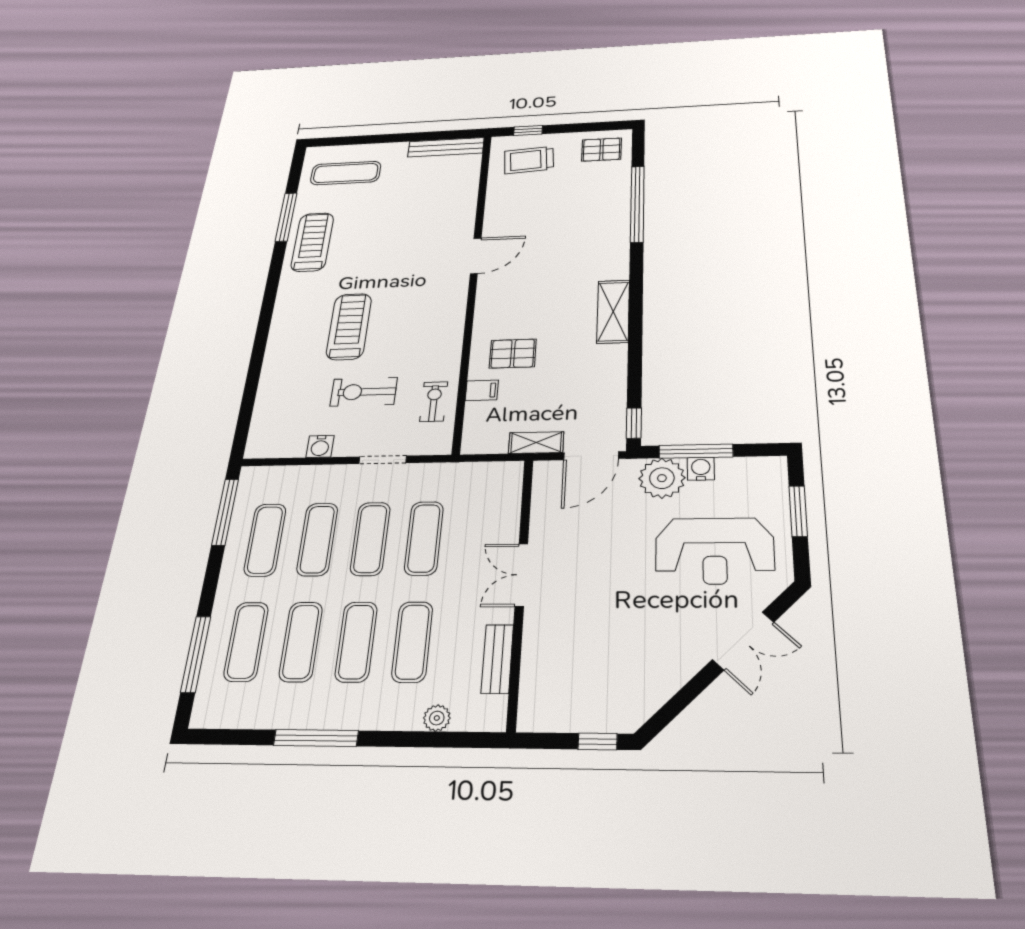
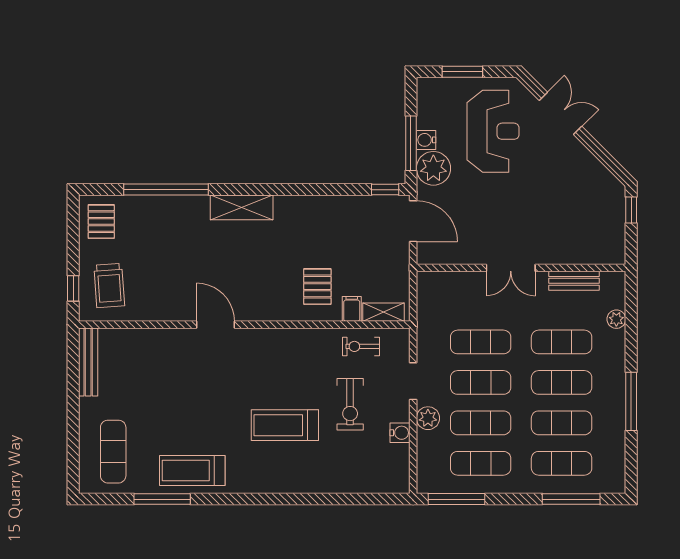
shelving: (613, 311) -> (242, 207), moved
shelving: (536, 443) -> (383, 312), moved, turned 90
plant: (333, 477) -> (428, 418), added

